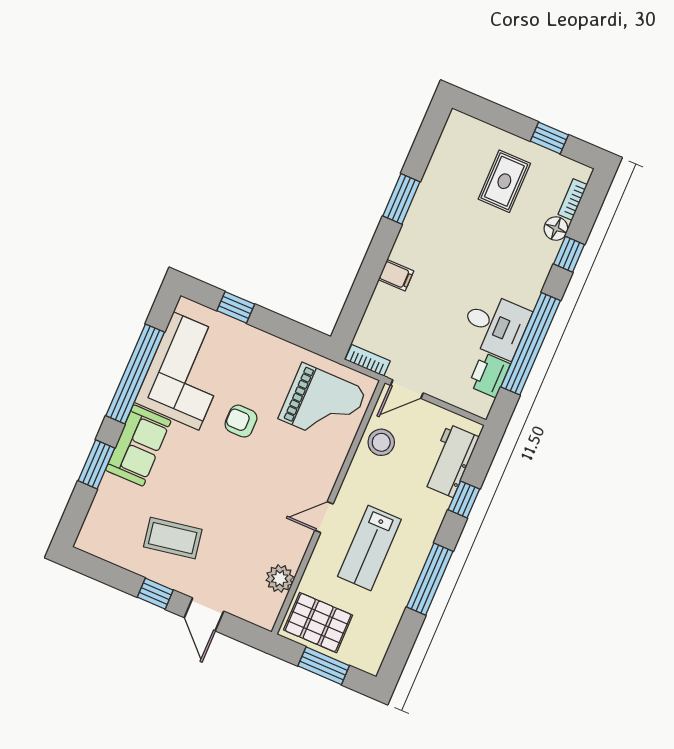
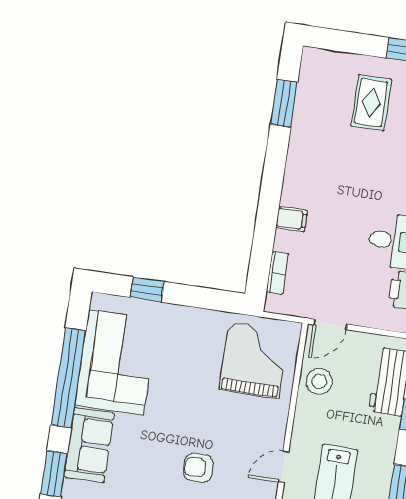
window: (401, 199) -> (284, 103), moved
bookcase: (368, 360) -> (277, 273), moved, turned 90
grand piano: (322, 404) -> (254, 360), turned -90
armchair: (241, 421) -> (198, 468), moved

